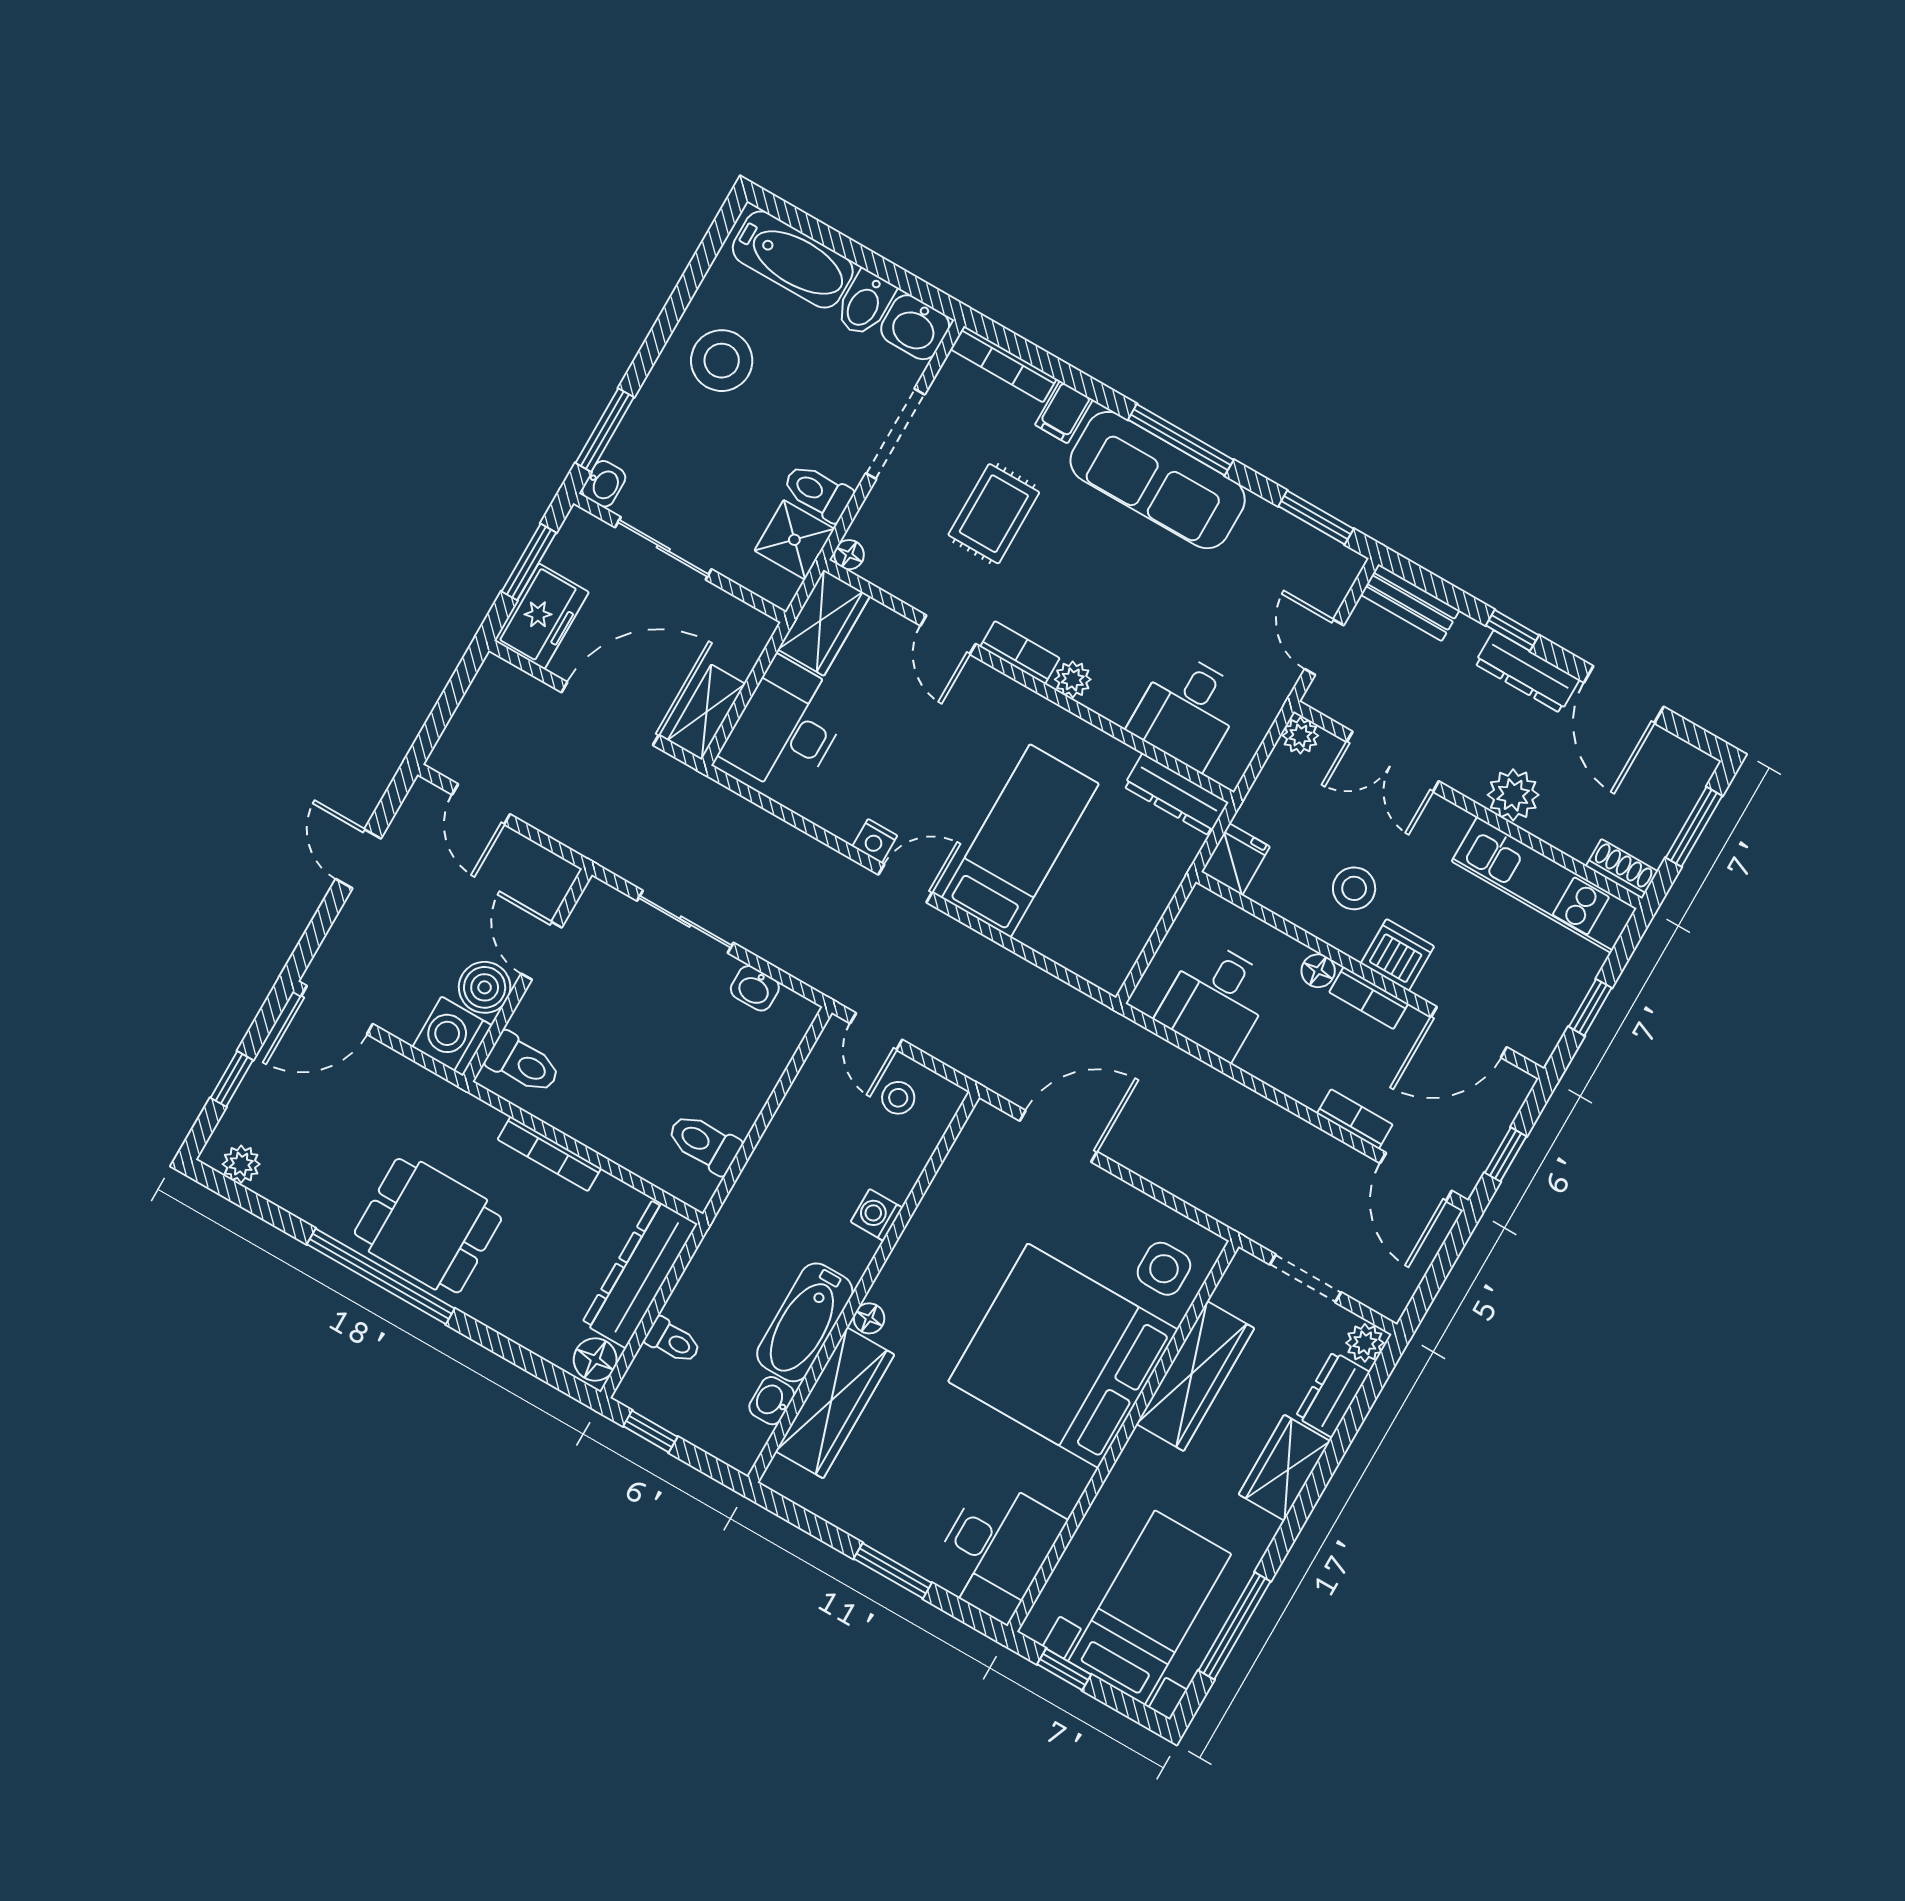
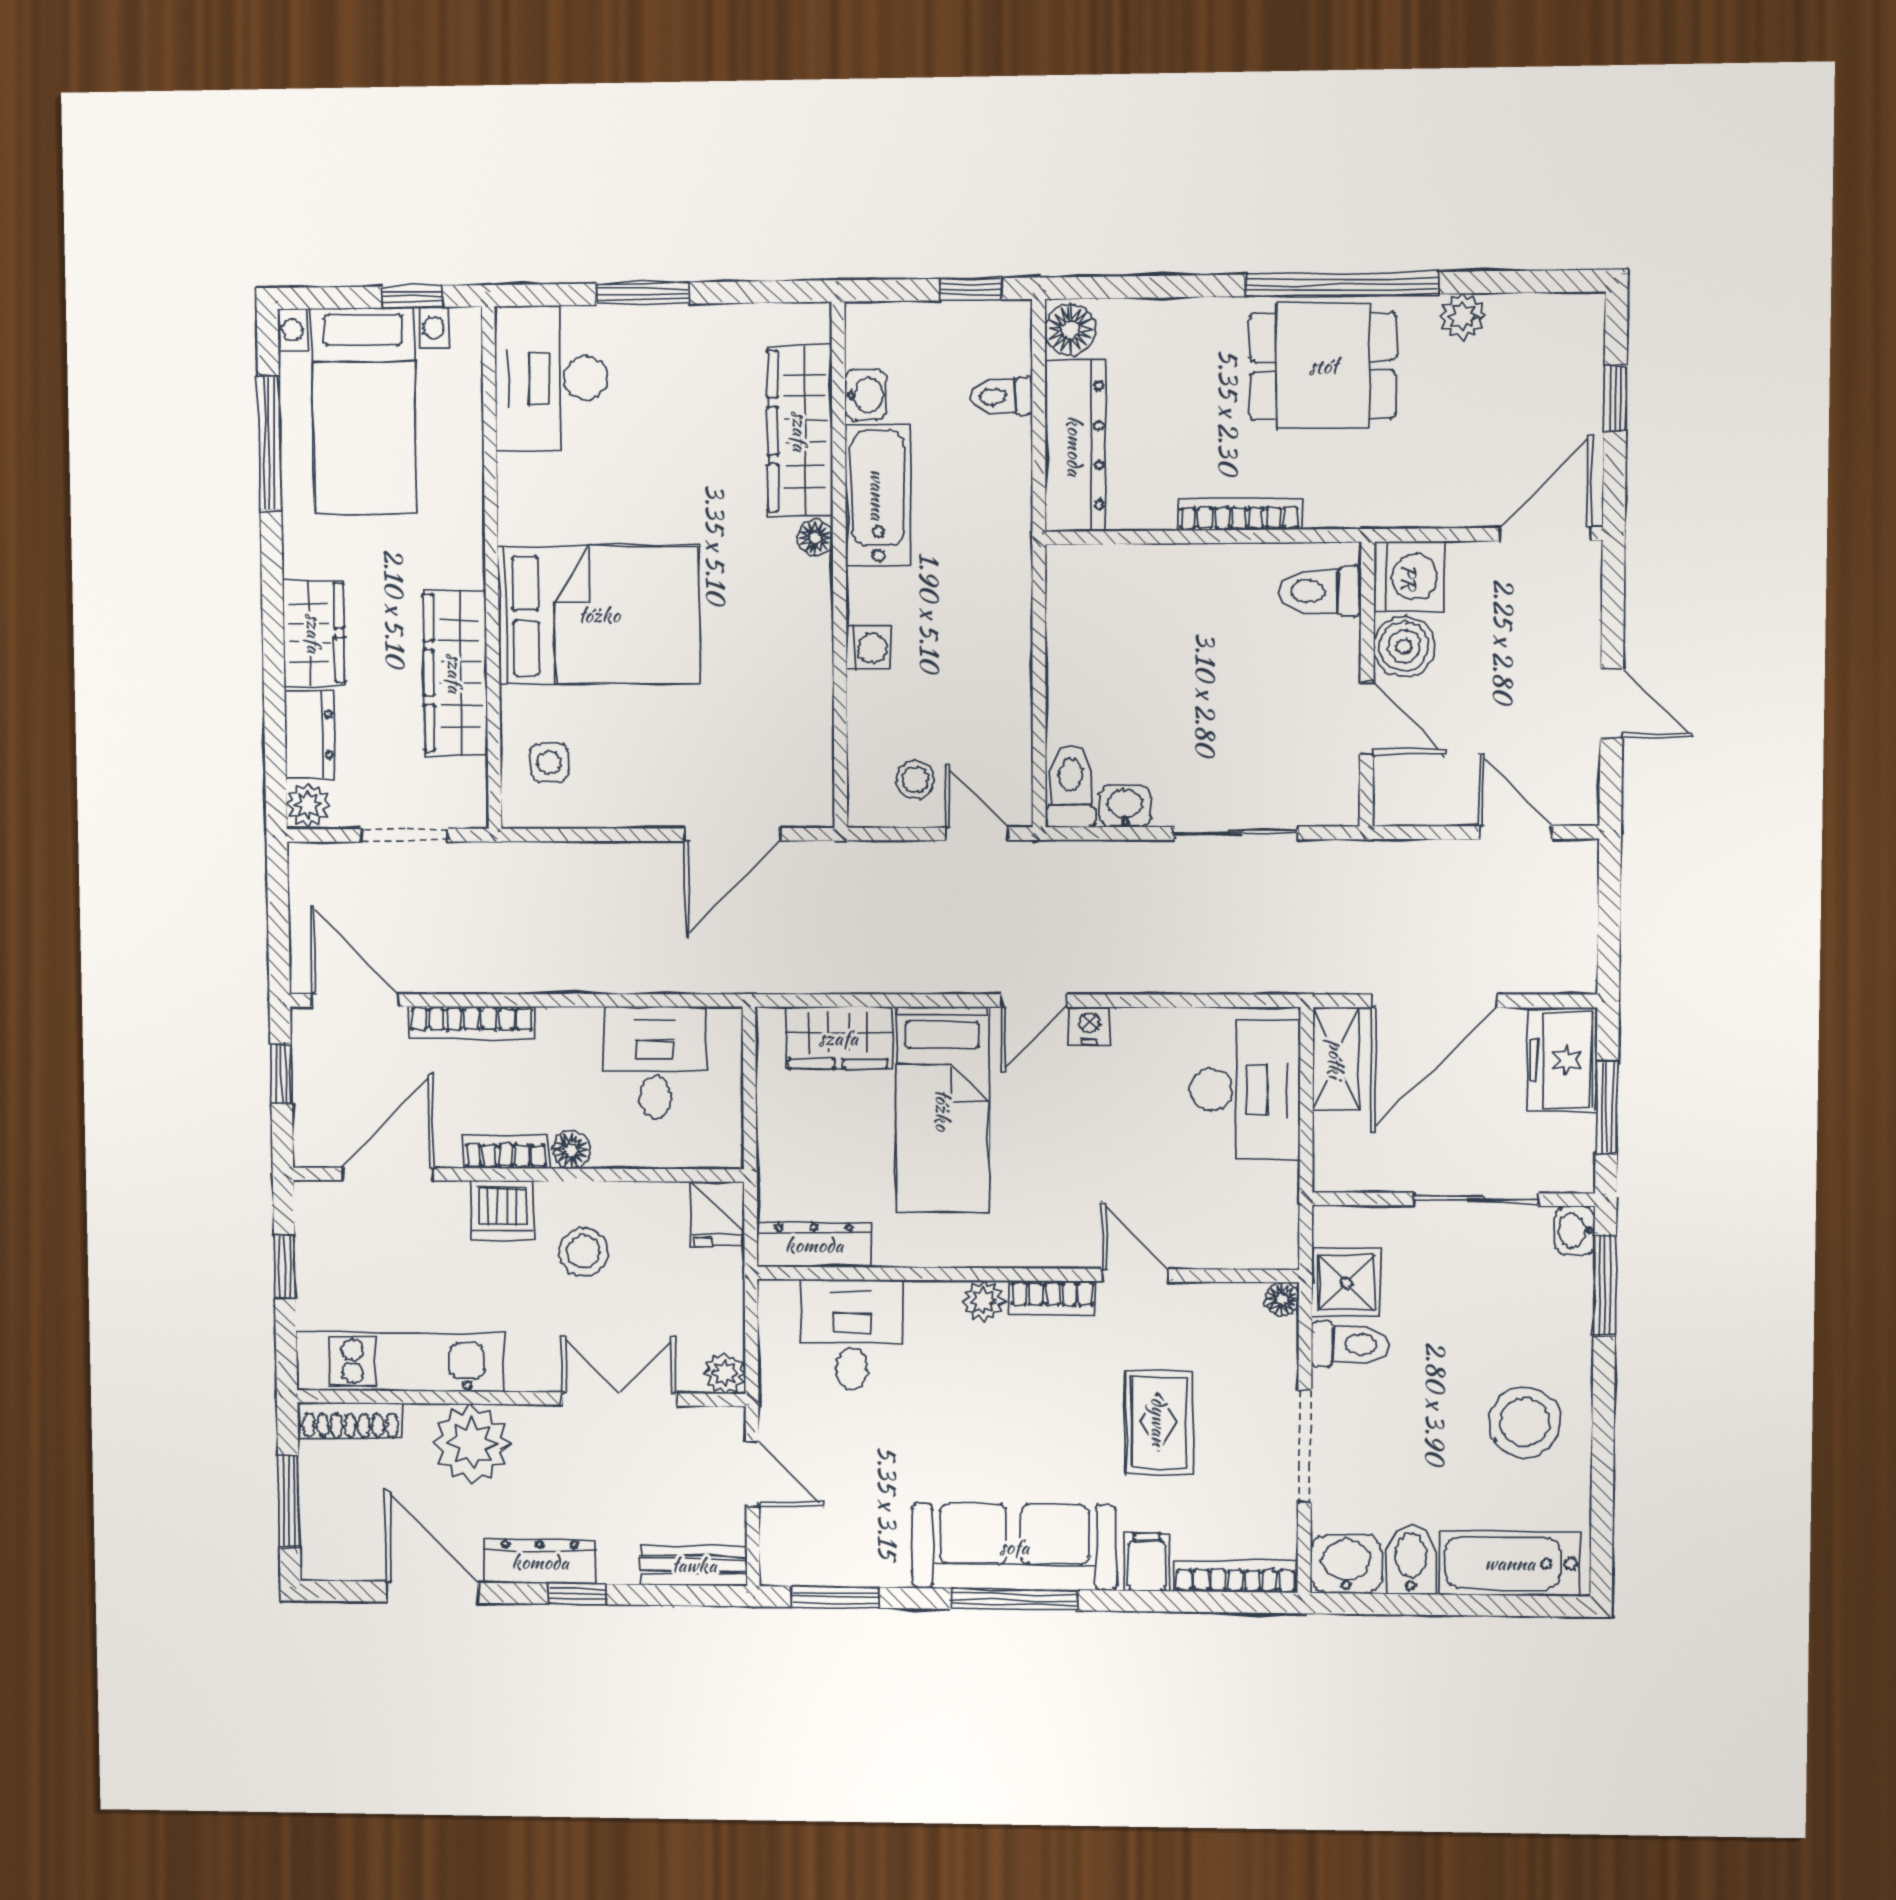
wardrobe: (824, 623) -> (838, 1038), moved, turned -90
plant: (1513, 795) -> (472, 1444), width x1.36, depth x1.36
shoe rack: (1622, 869) -> (350, 1421), width x1.43
bookcase: (1355, 1119) -> (472, 1023), width x1.56
toilet: (704, 1143) -> (1070, 786), moved, turned -90
plant: (241, 1164) -> (1463, 316), moved
side table: (1164, 1269) -> (549, 763), width x0.73, depth x0.73
bed: (1063, 1356) -> (599, 615), width x0.73

